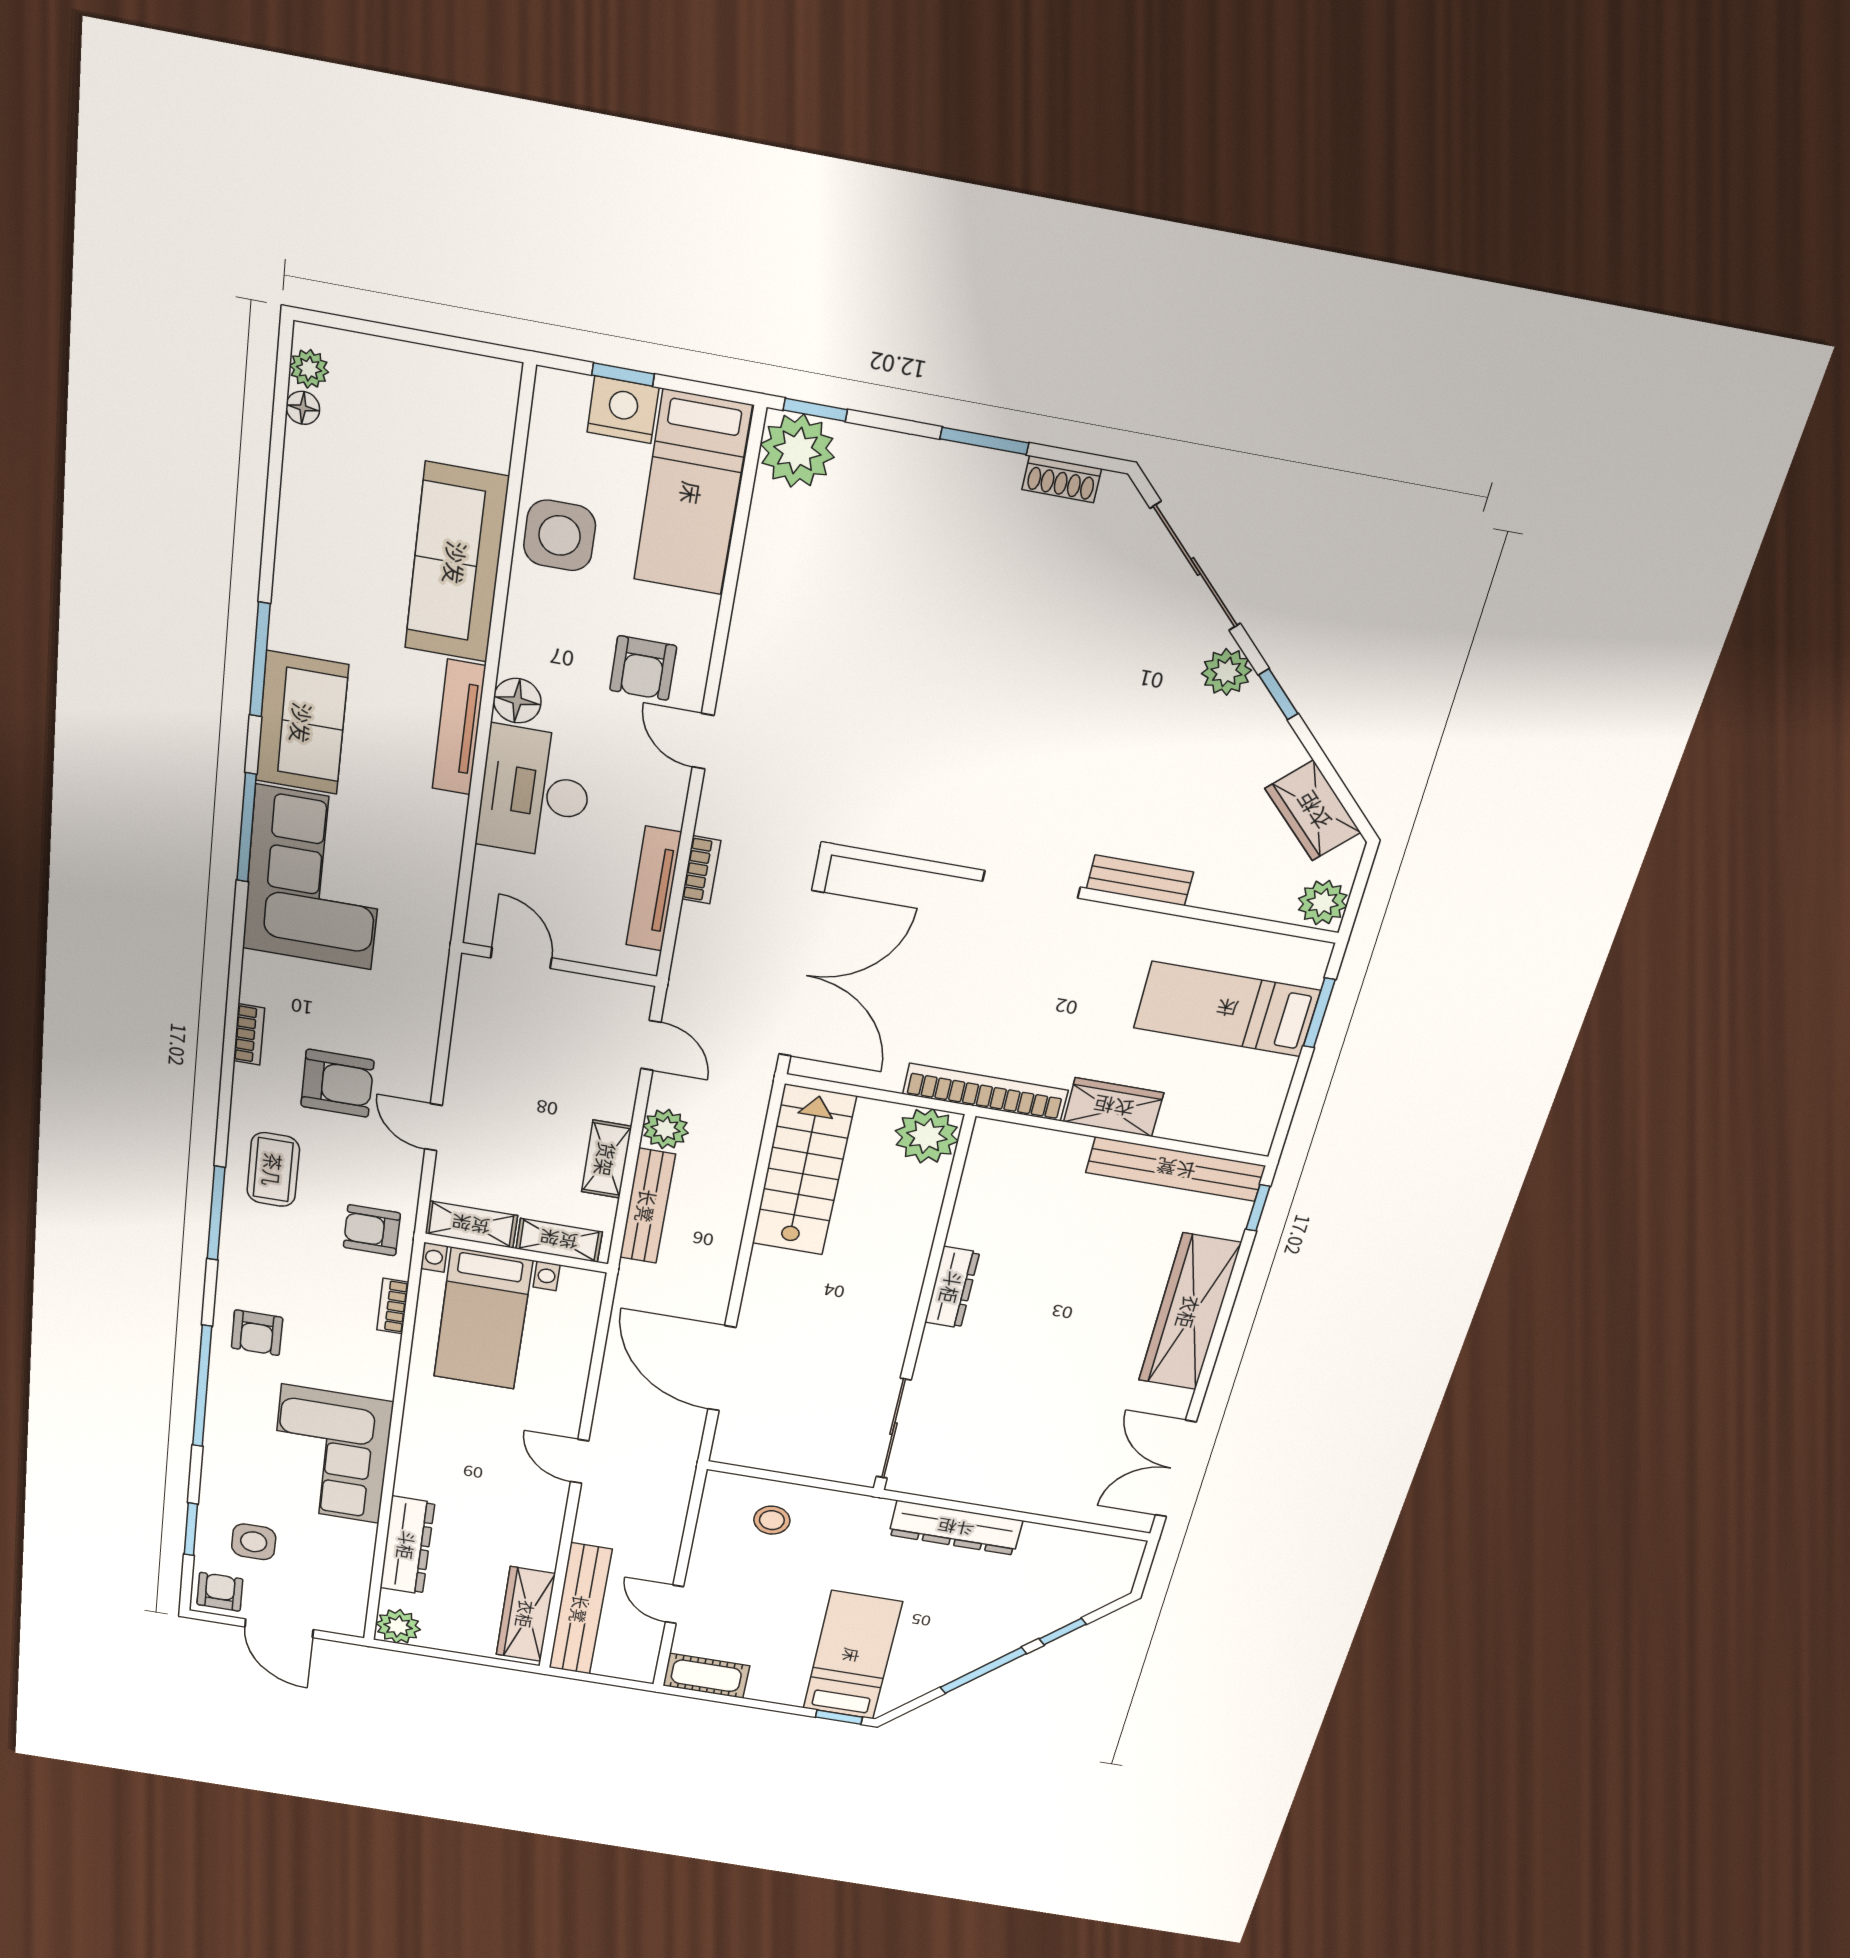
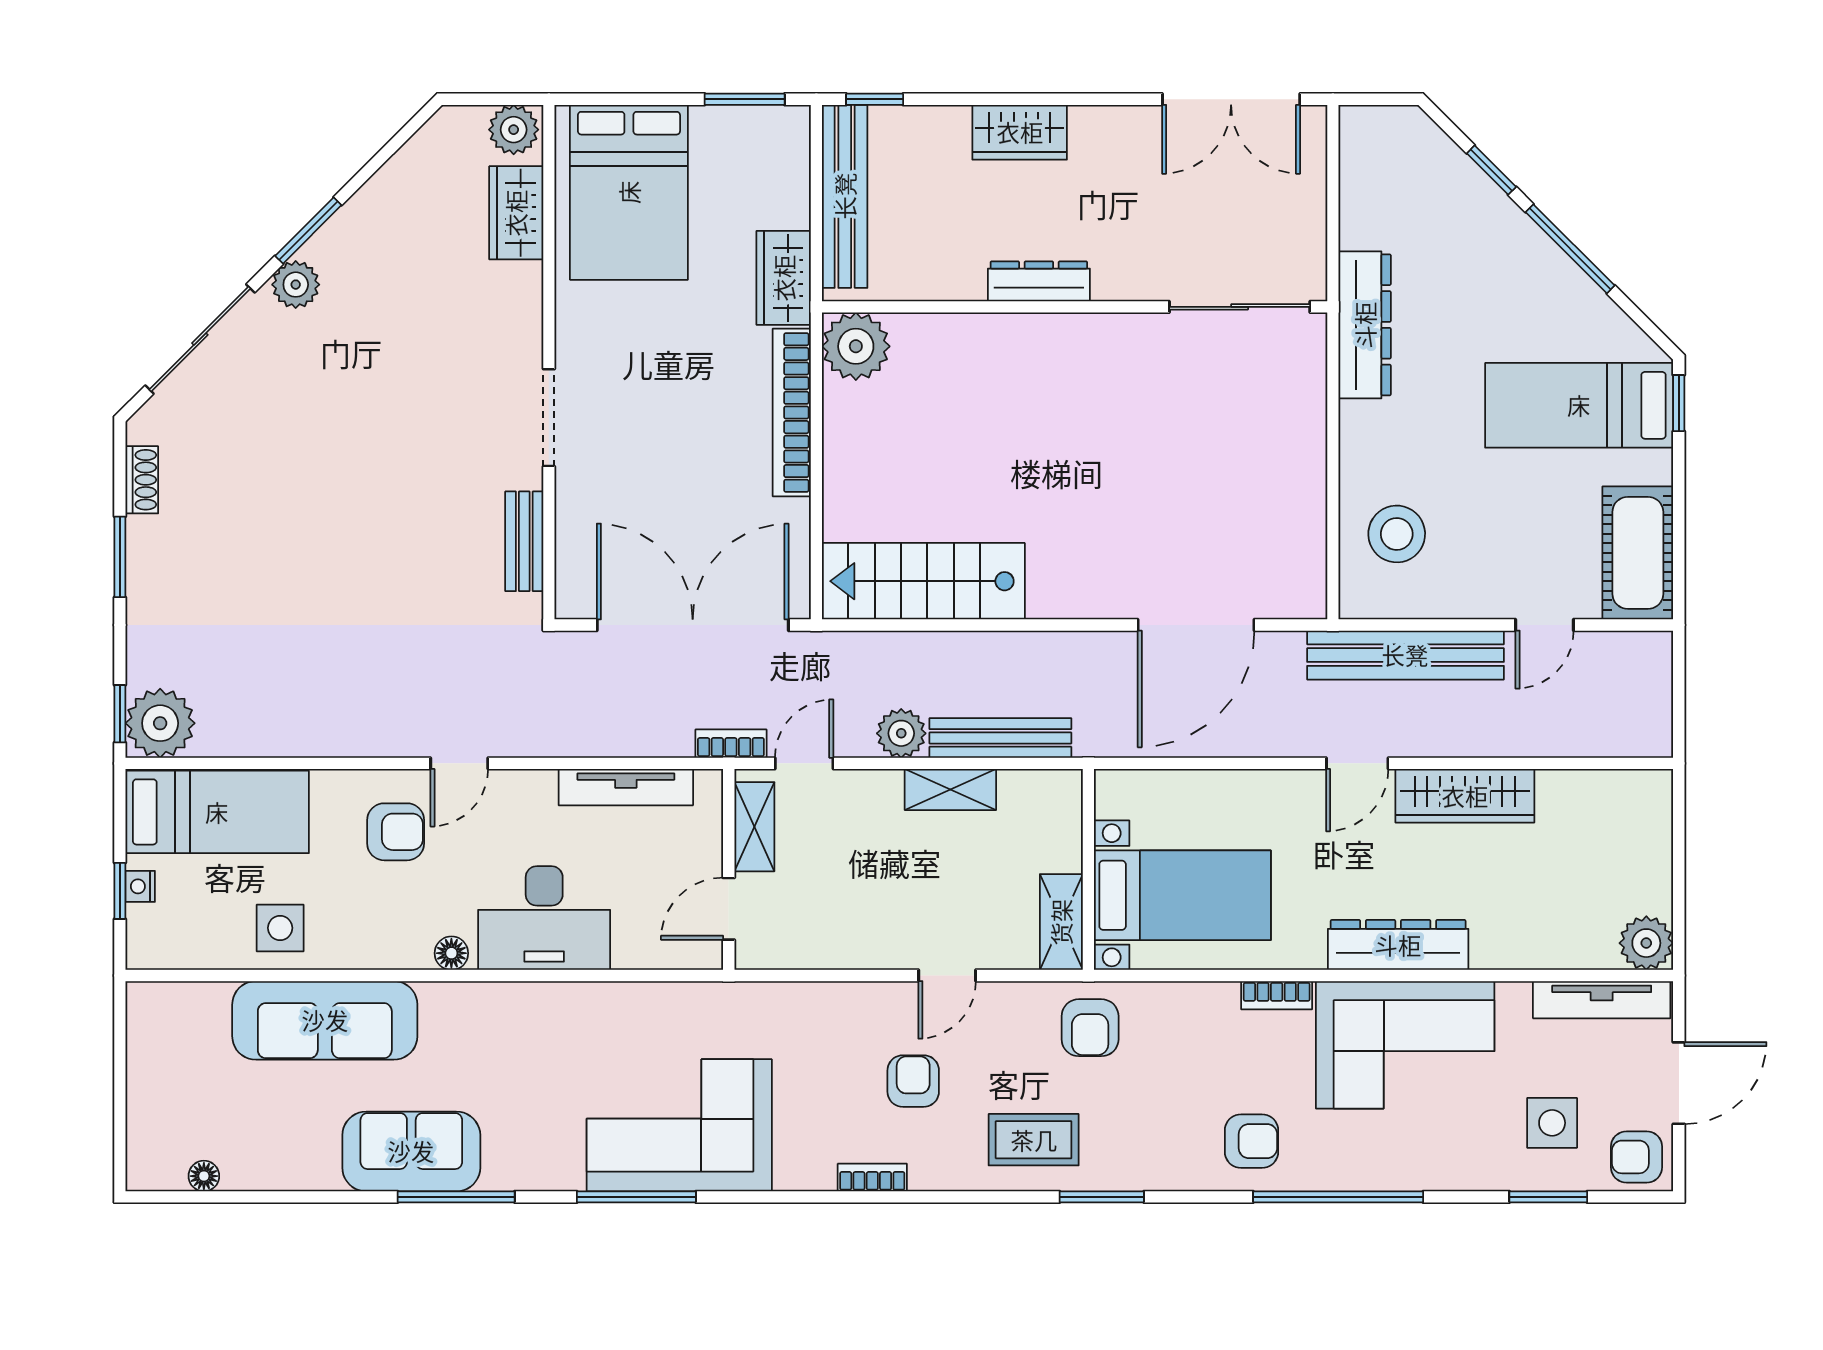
plant: (309, 369) -> (167, 1173), removed
nightstand: (623, 410) -> (140, 886), width x0.53, depth x0.56
side table: (560, 535) -> (280, 928), width x0.73, depth x0.73
window: (1278, 694) -> (308, 231), width x1.50
floor lamp: (517, 701) -> (451, 953), width x0.73, depth x0.73
sofa: (302, 723) -> (411, 1151), moved
tv unit: (459, 728) -> (1602, 1000), moved
wardrobe: (1313, 811) -> (516, 213), moved, turned 135
bookcase: (701, 870) -> (731, 744), moved
bench: (1140, 880) -> (524, 541), moved
bed: (1227, 1009) -> (629, 192), width x1.50
window: (1319, 1013) -> (745, 99), moved
armchair: (337, 1083) -> (913, 1081), width x0.72, depth x0.72
plant: (927, 1136) -> (856, 346), moved
window: (216, 1213) -> (1102, 1197), width x0.69
shelving: (559, 1240) -> (754, 827), moved
dresser: (952, 1287) -> (1039, 281), moved
bookcase: (393, 1306) -> (1277, 995), moved
wall: (922, 1310) -> (1075, 307), moved
wardrobe: (1189, 1312) -> (1020, 132), width x0.48, depth x0.85
sliding door: (894, 1429) -> (1240, 307), moved
stool: (772, 1520) -> (1397, 534), width x1.38, depth x1.38
dresser: (407, 1545) -> (1398, 945), moved
bench: (580, 1609) -> (1405, 655), moved
wardrobe: (526, 1614) -> (1465, 796), moved
cot: (706, 1676) -> (1638, 553), width x1.37, depth x1.34

